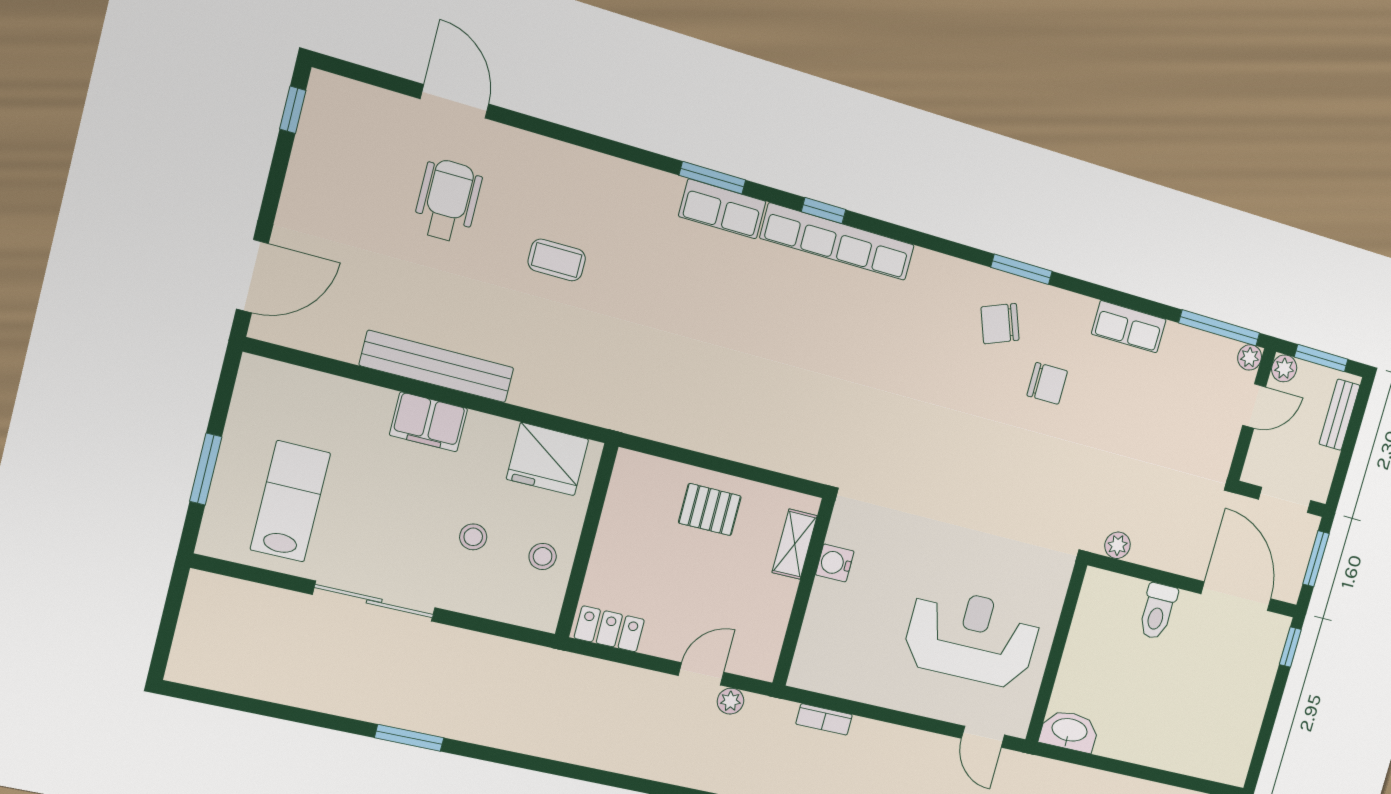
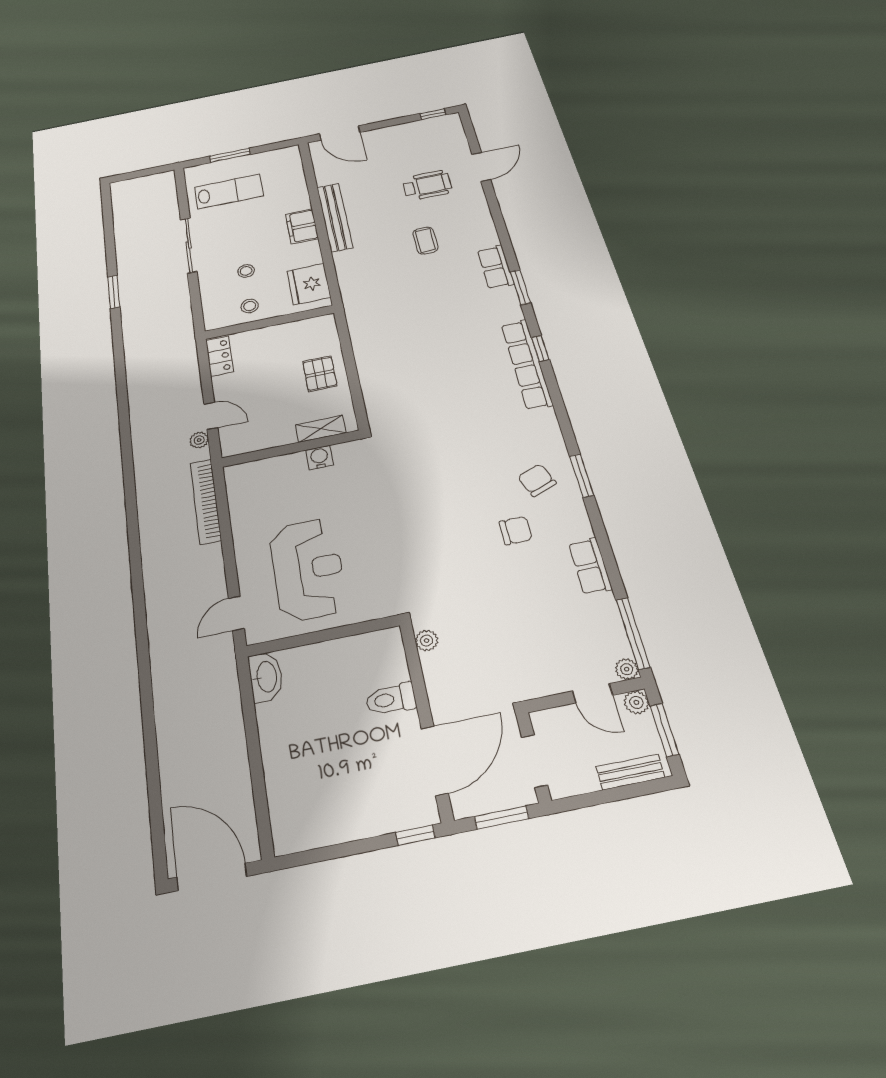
row of seats: (722, 209) -> (496, 267), moved
chair: (1047, 383) -> (516, 531), turned -90
bookcase: (824, 719) -> (206, 501), width x2.31, depth x1.31

